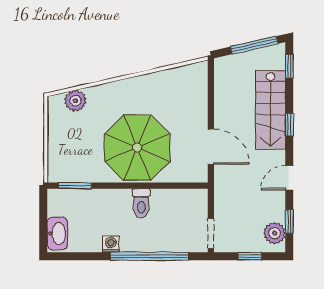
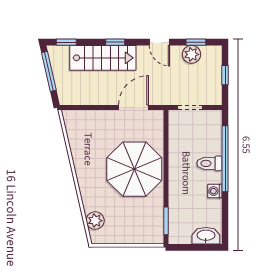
toilet: (141, 203) -> (209, 163), moved, turned 180
doorway: (211, 233) -> (190, 108), moved
plant: (275, 233) -> (192, 54), moved

